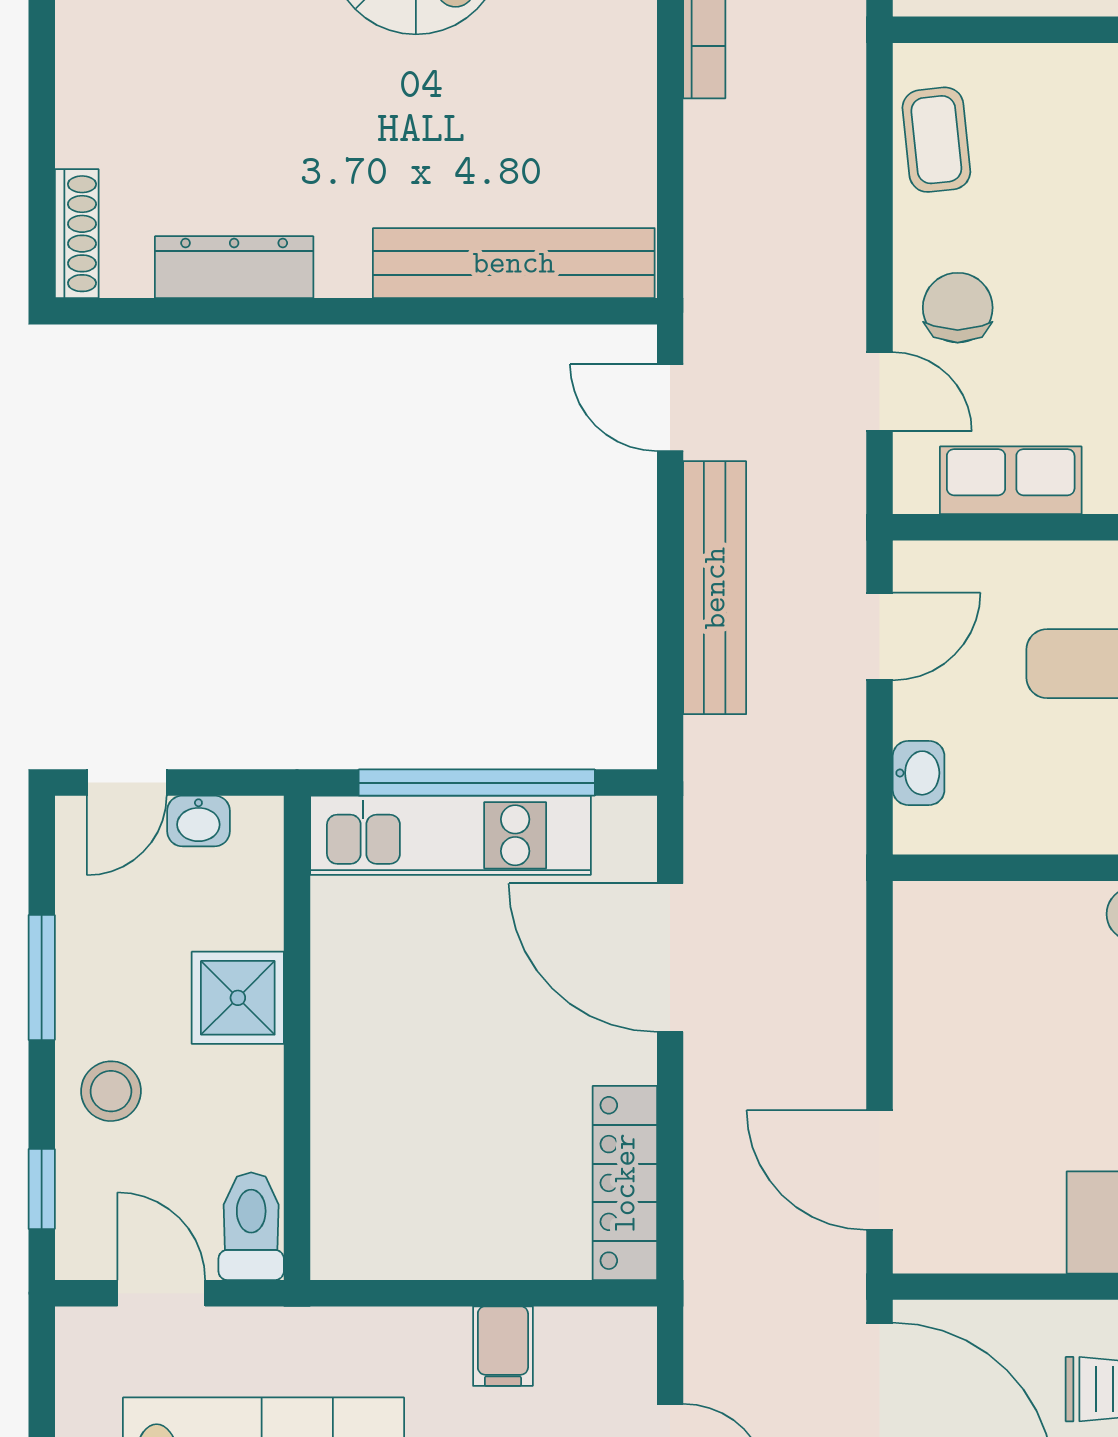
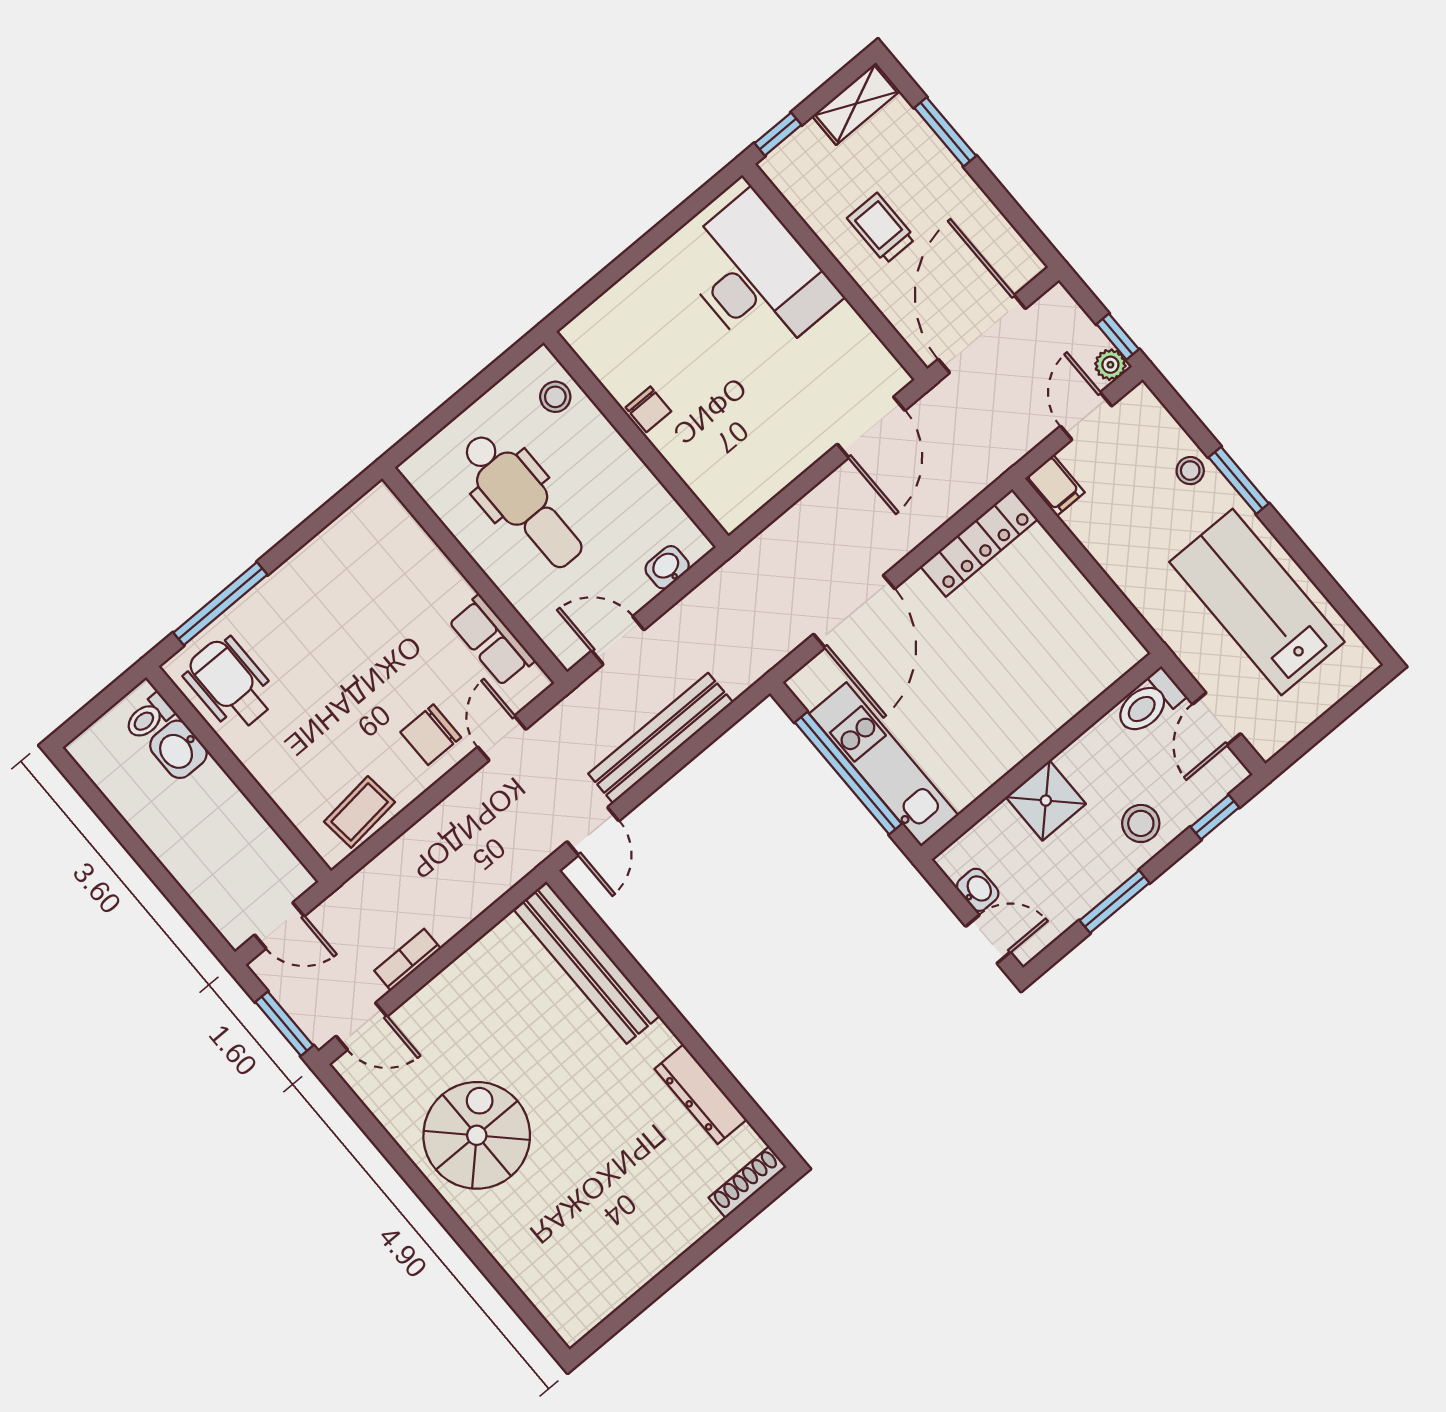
filing cabinet: (503, 1346) -> (1055, 485), moved, turned 90

